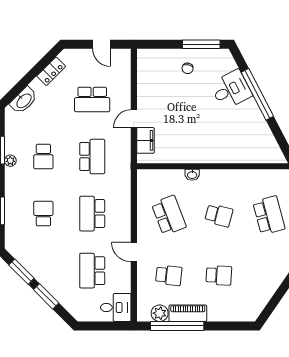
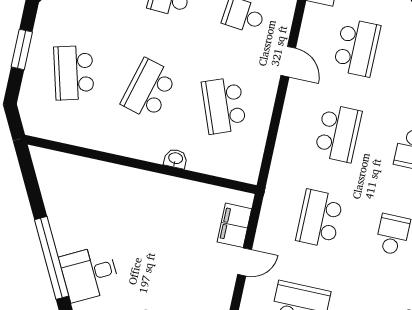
school desk: (219, 215) -> (149, 89), width x1.85

